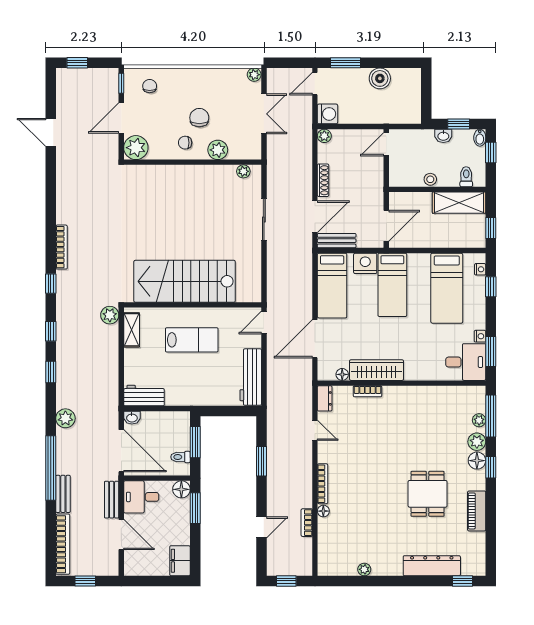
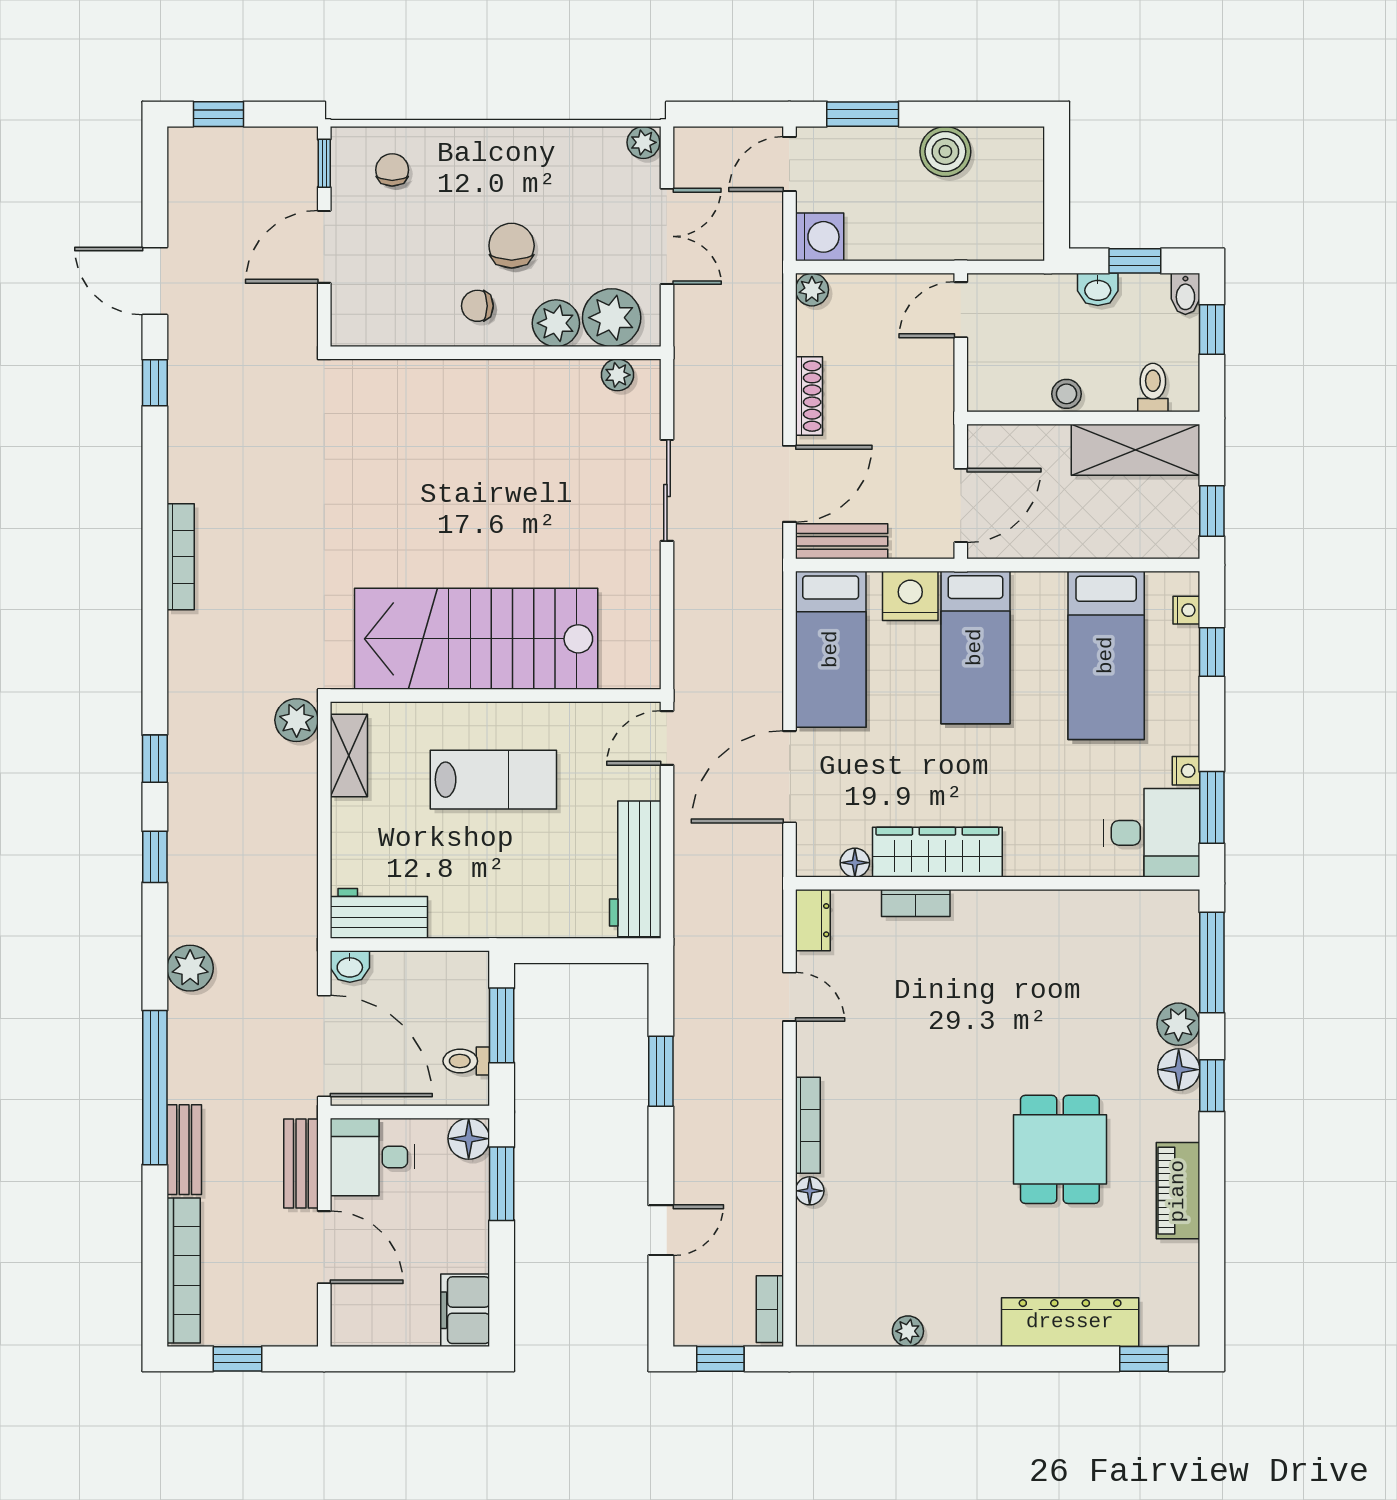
plant: (136, 148) -> (612, 318), moved
window: (51, 284) -> (155, 383), moved
plant: (479, 420) -> (1184, 973), removed
bookcase: (307, 523) -> (770, 1309), moved

